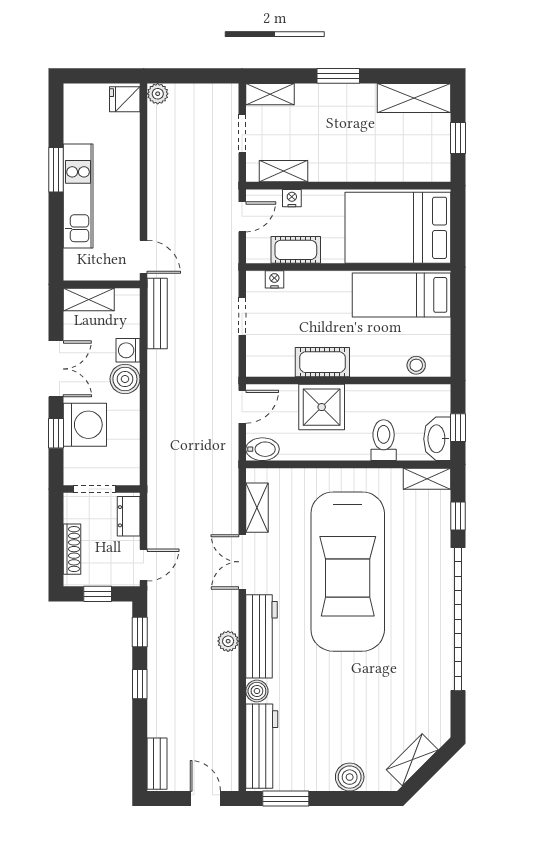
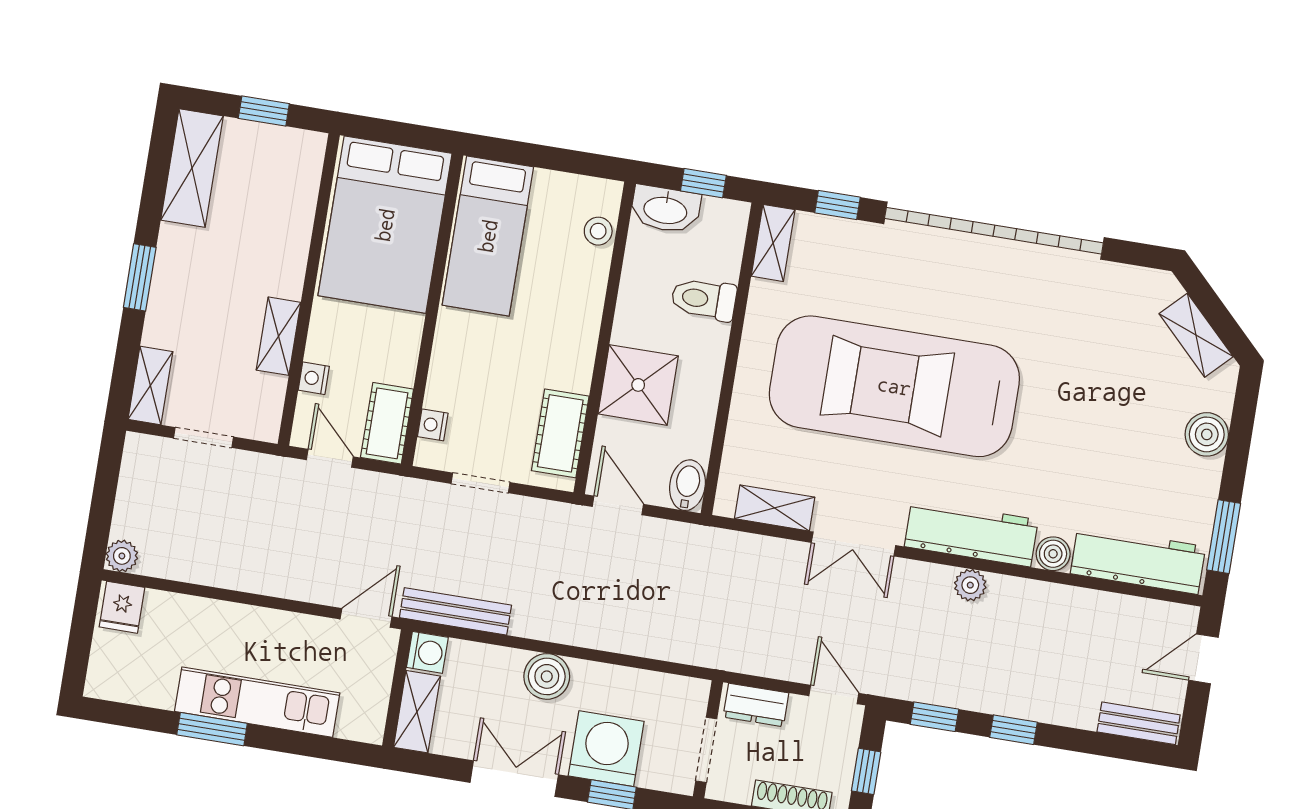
shelving: (284, 171) -> (278, 336), moved
cot: (296, 250) -> (387, 423), moved
washing machine: (128, 350) -> (427, 652), moved, turned -90
cot: (322, 362) -> (560, 433), moved
washbasin: (437, 439) -> (666, 209), moved
car: (348, 572) -> (894, 386), turned 180

